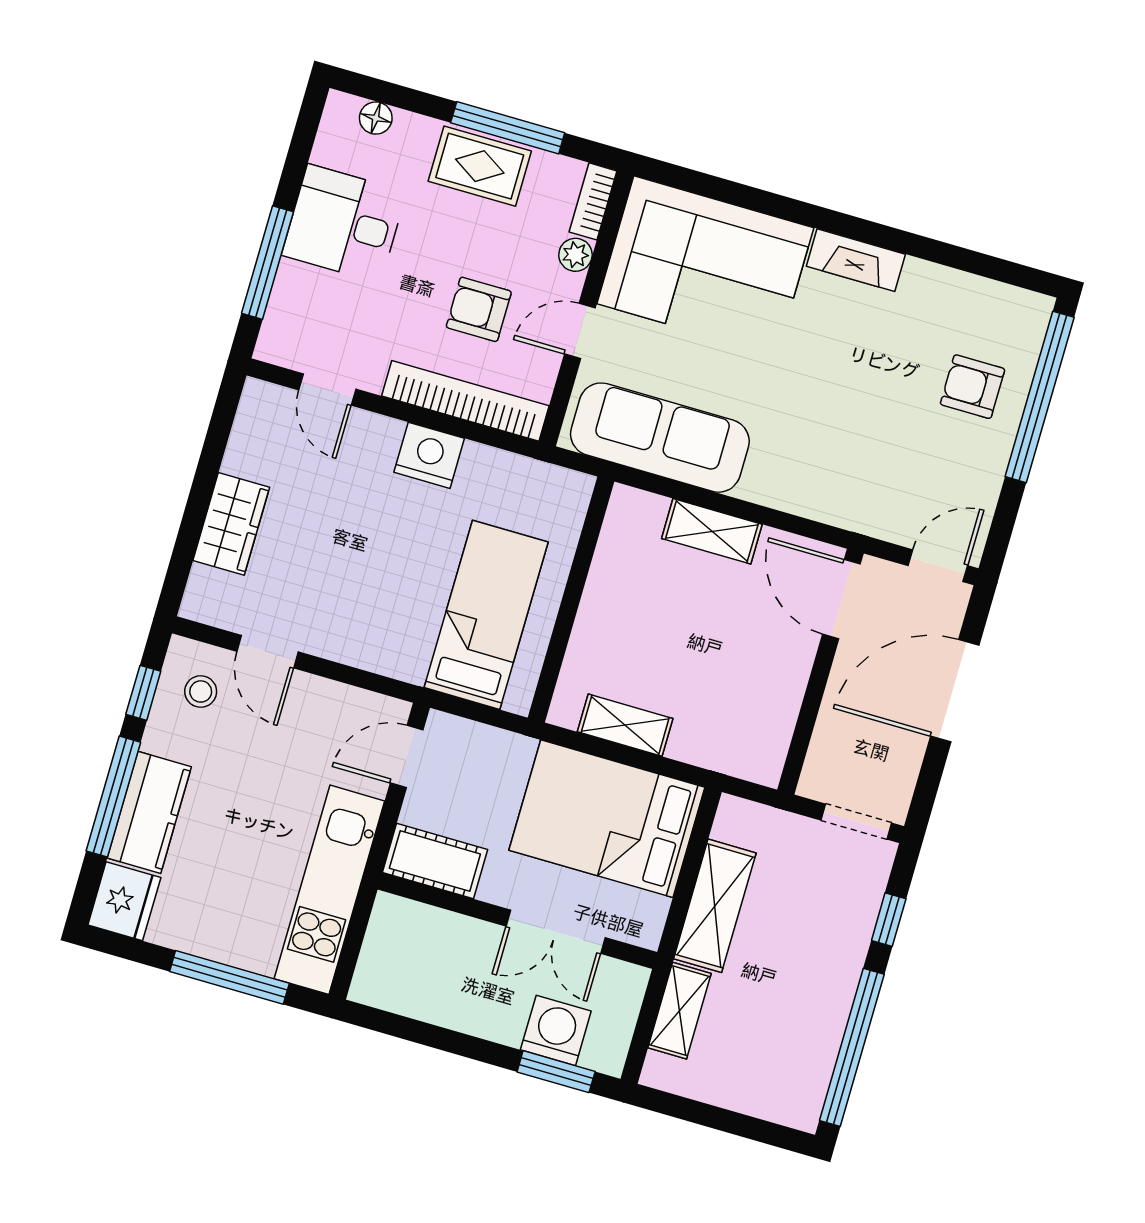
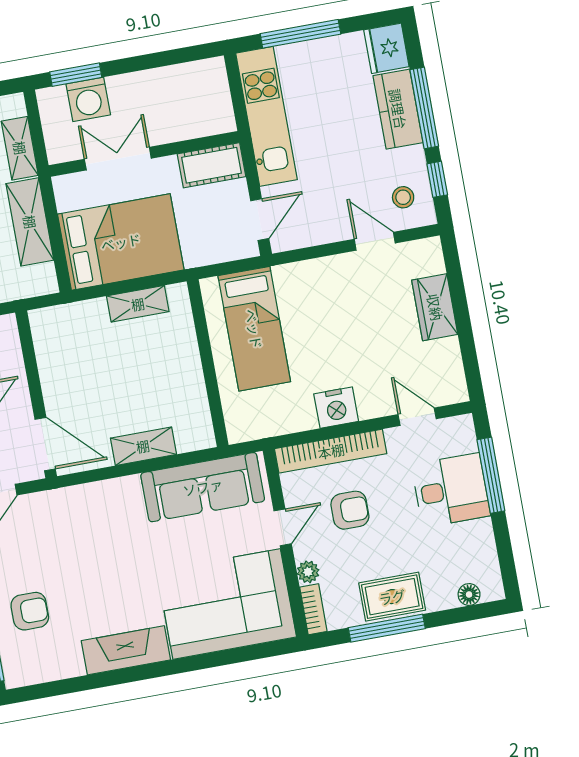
desk: (344, 224) -> (451, 490), moved
fireplace: (856, 260) -> (126, 650), width x1.37, depth x1.32

